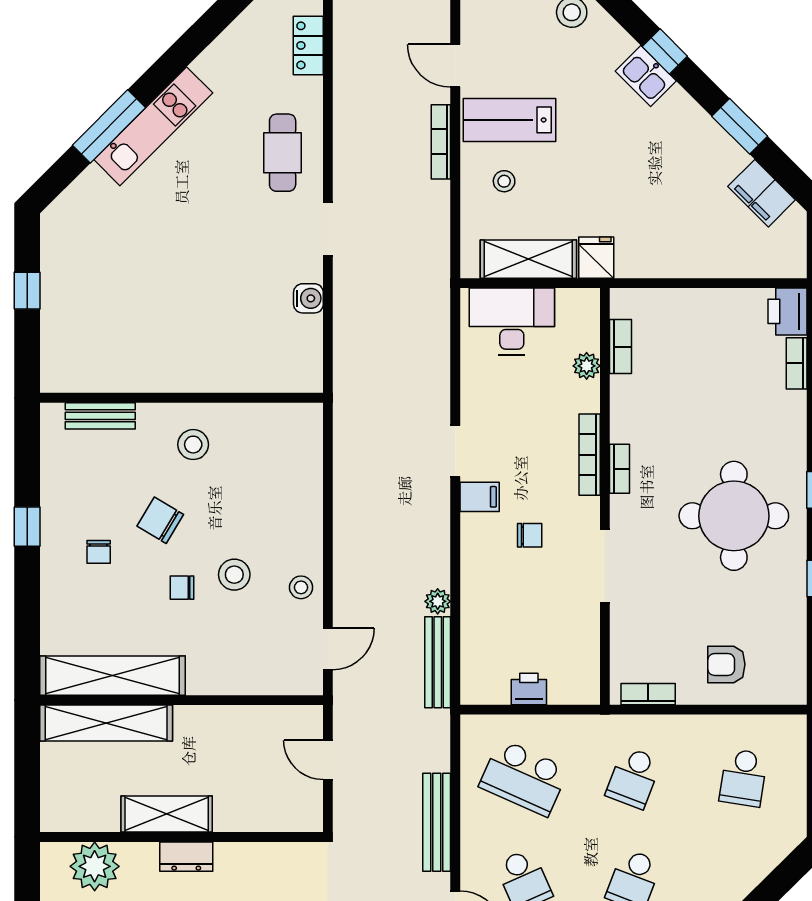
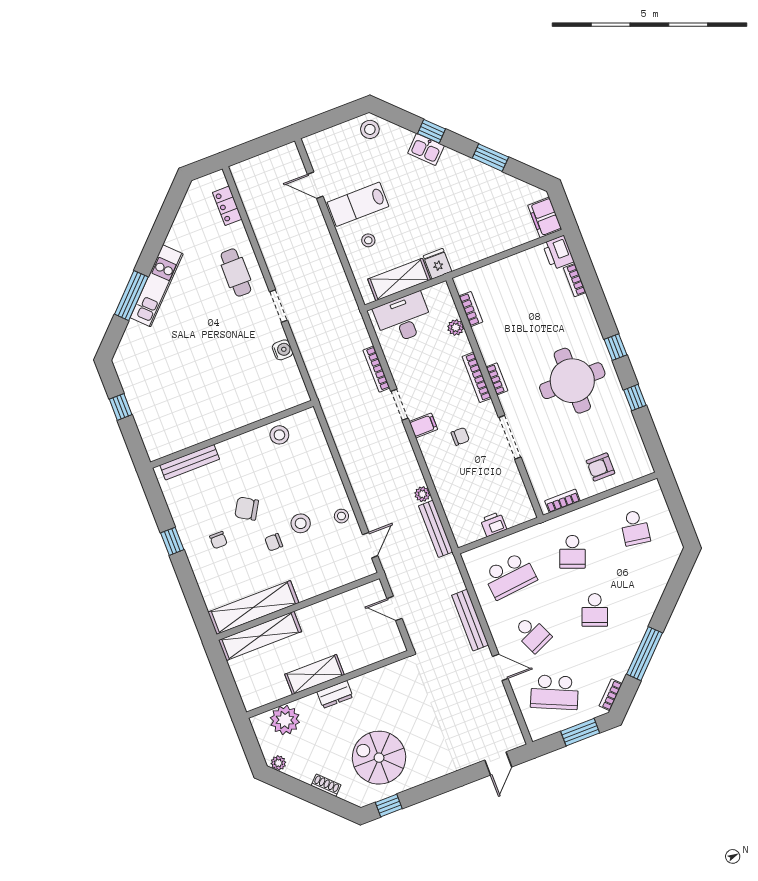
bookcase: (441, 142) -> (376, 369), moved
filing cabinet: (762, 193) -> (545, 217), moved, turned 45
bench: (100, 416) -> (190, 462), width x1.36
stool: (193, 445) -> (279, 435), moved
school desk: (524, 778) -> (510, 576), turned -30

